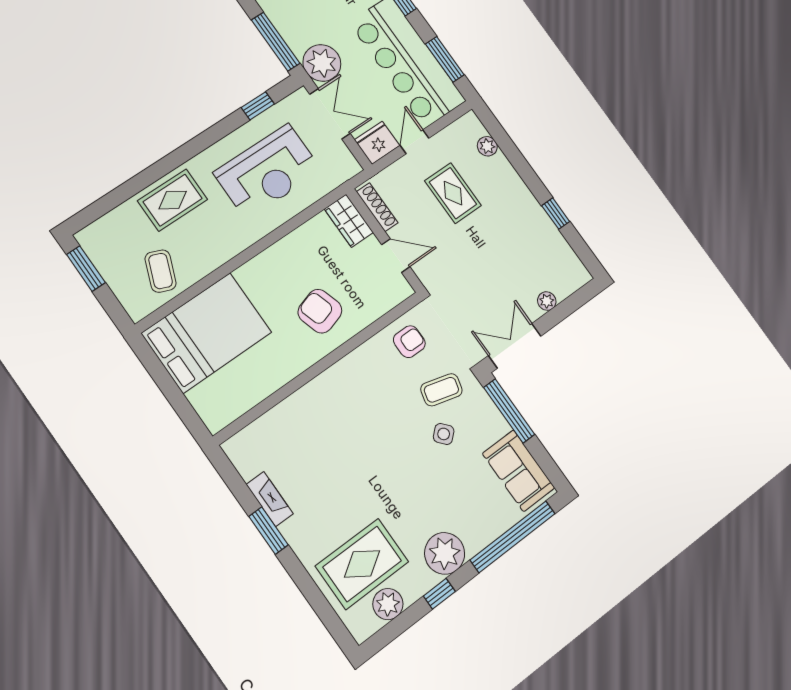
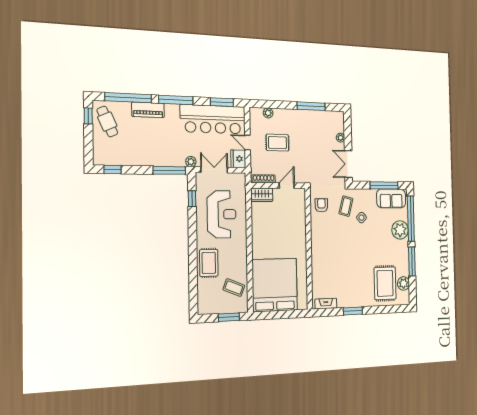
plant: (322, 63) -> (191, 162), width x0.53, depth x0.53
window: (556, 214) -> (311, 106), width x2.17
window: (86, 269) -> (229, 317), moved
armchair: (320, 311) -> (289, 233), removed
bed: (207, 333) -> (275, 285), width x1.36
window: (509, 411) -> (384, 185), moved
fireplace: (270, 499) -> (326, 304), moved
plant: (445, 553) -> (400, 230), moved
window: (439, 594) -> (412, 261), width x2.17

